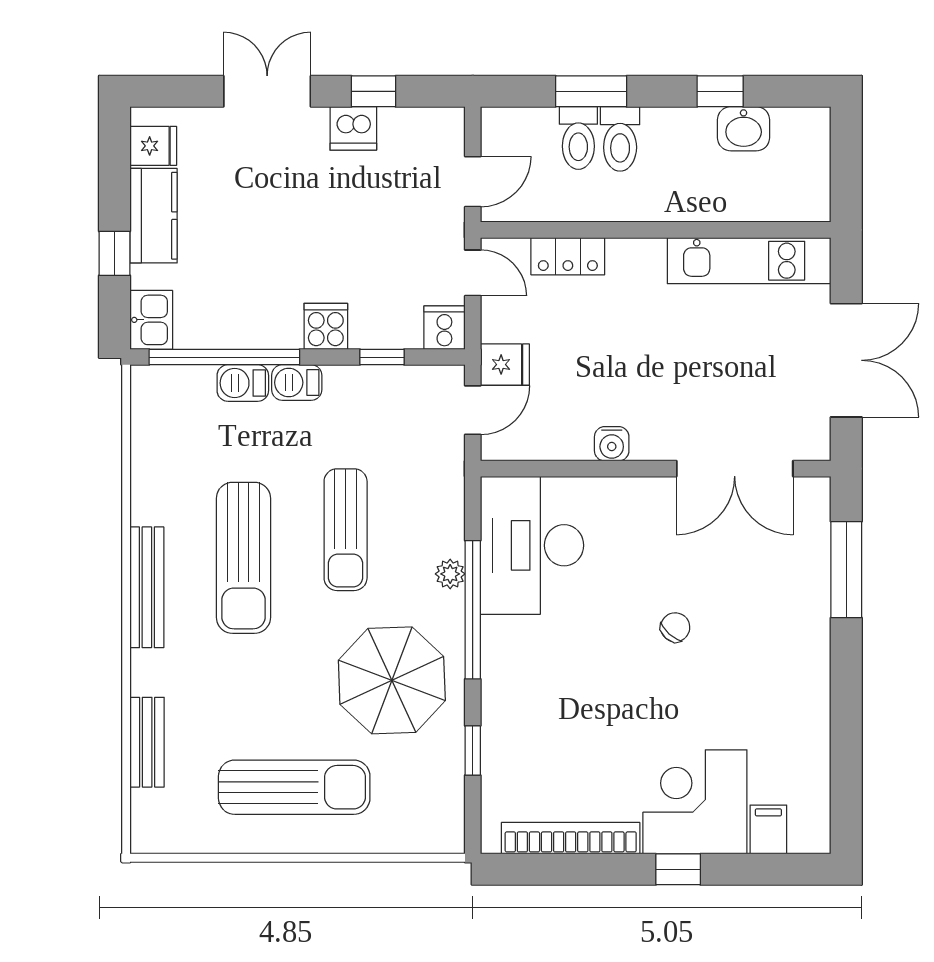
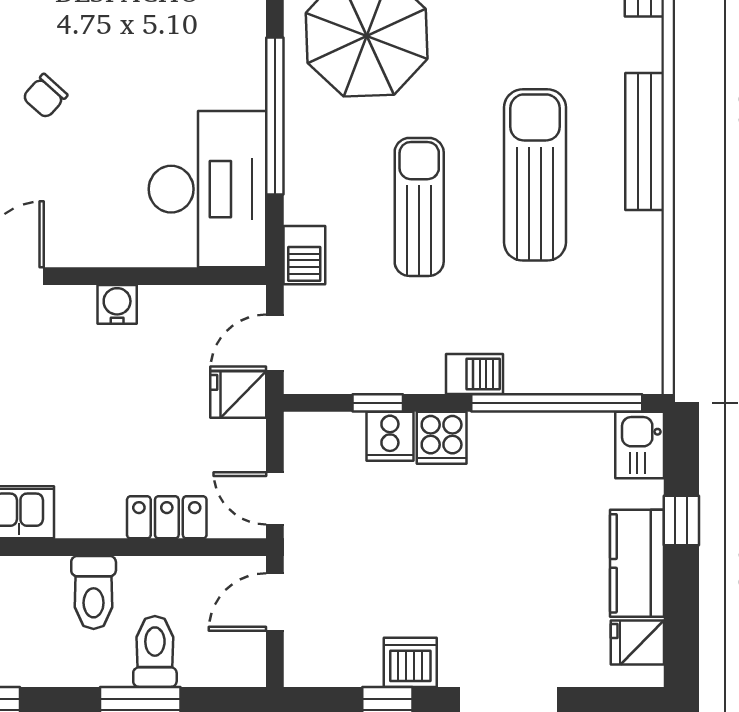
toilet: (620, 139) -> (94, 593), moved, turned 180
cooker: (444, 328) -> (390, 436), moved
barbecue: (243, 383) -> (304, 255), moved, turned 90
plant: (450, 574) -> (300, 157), removed

